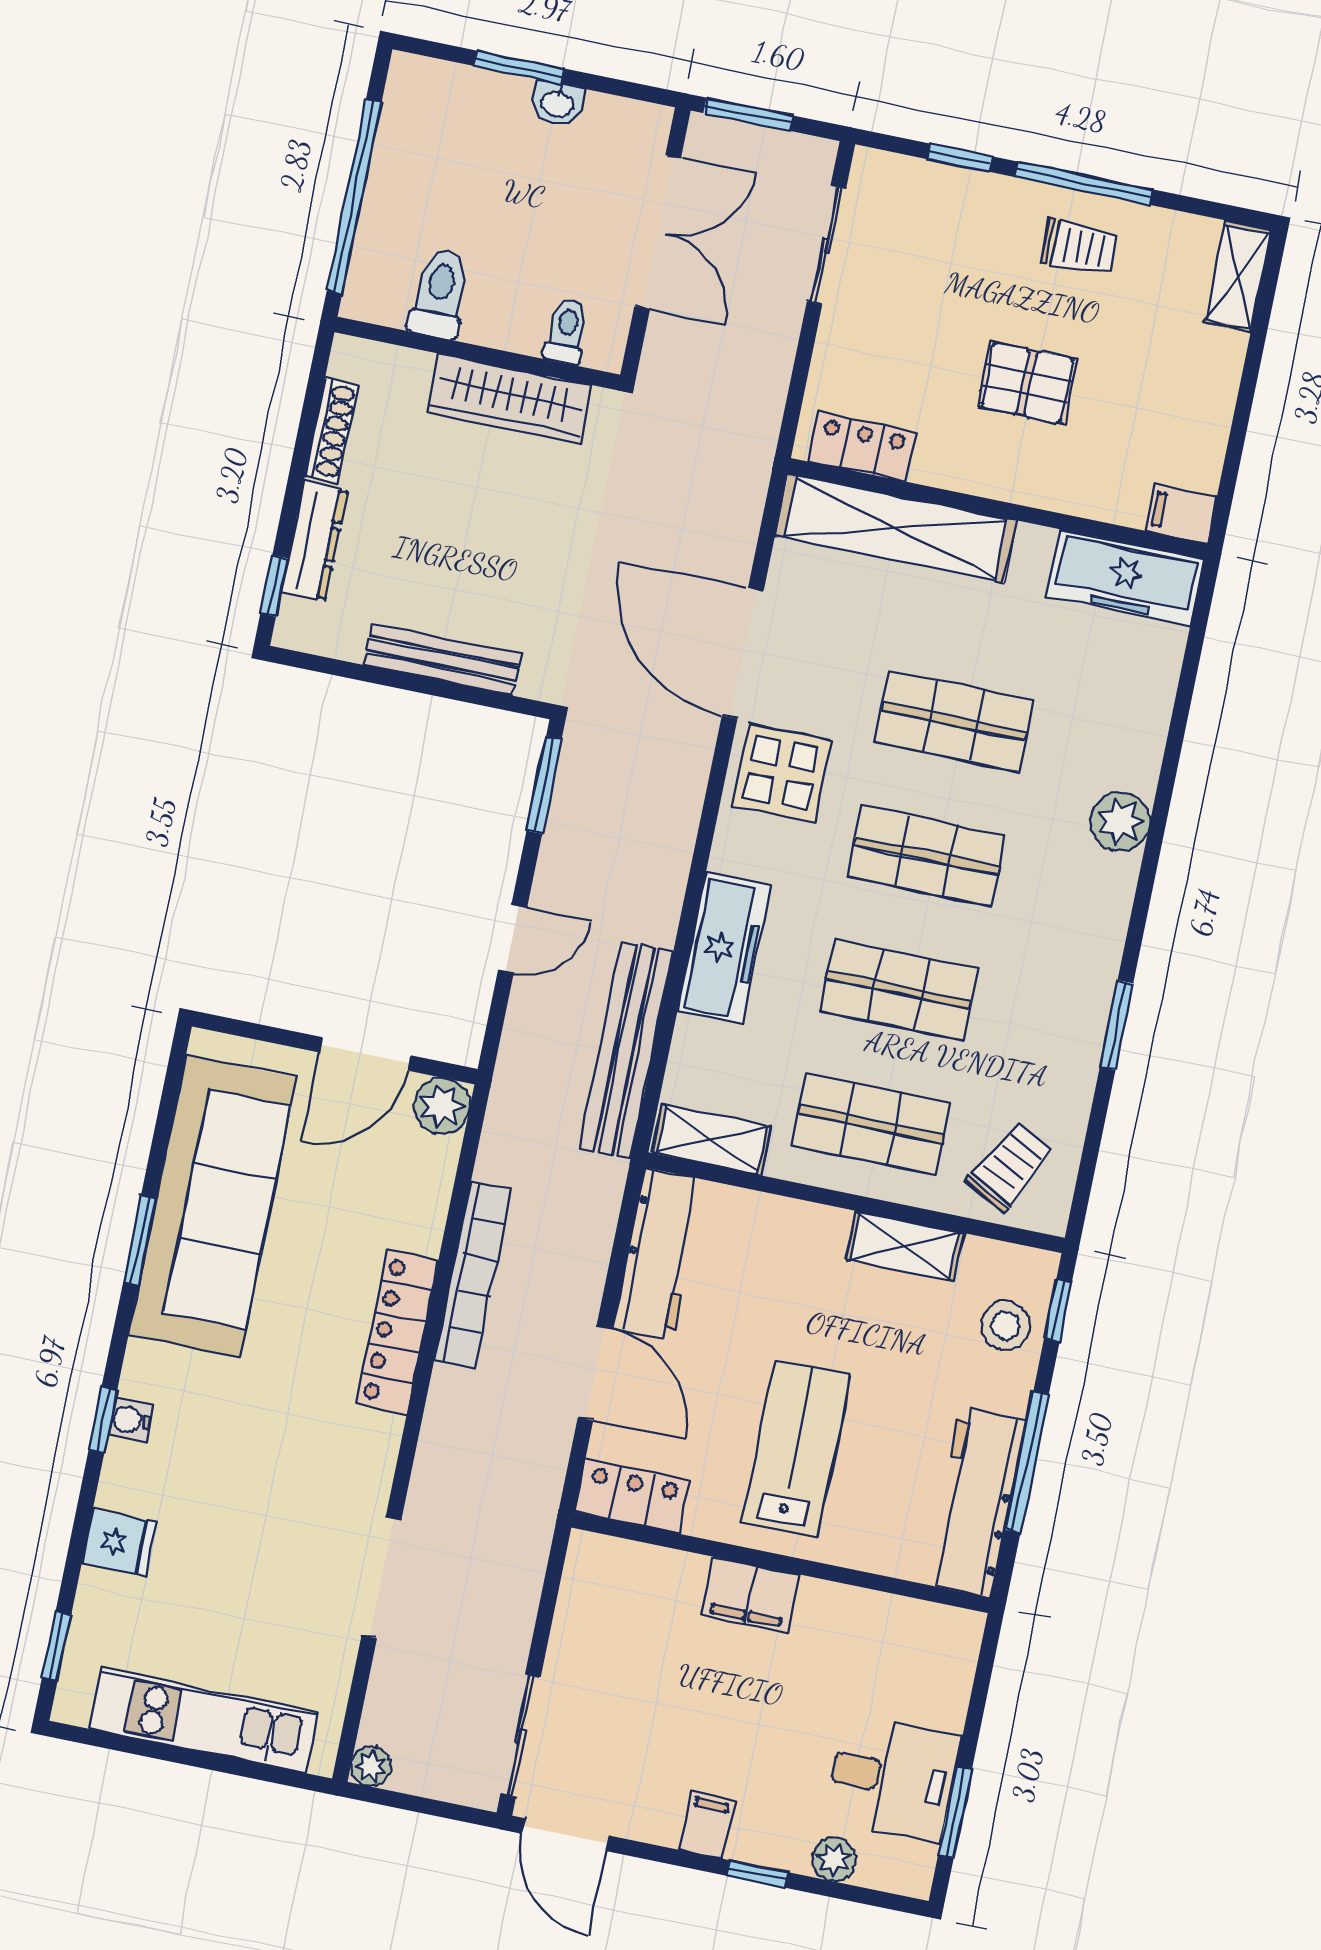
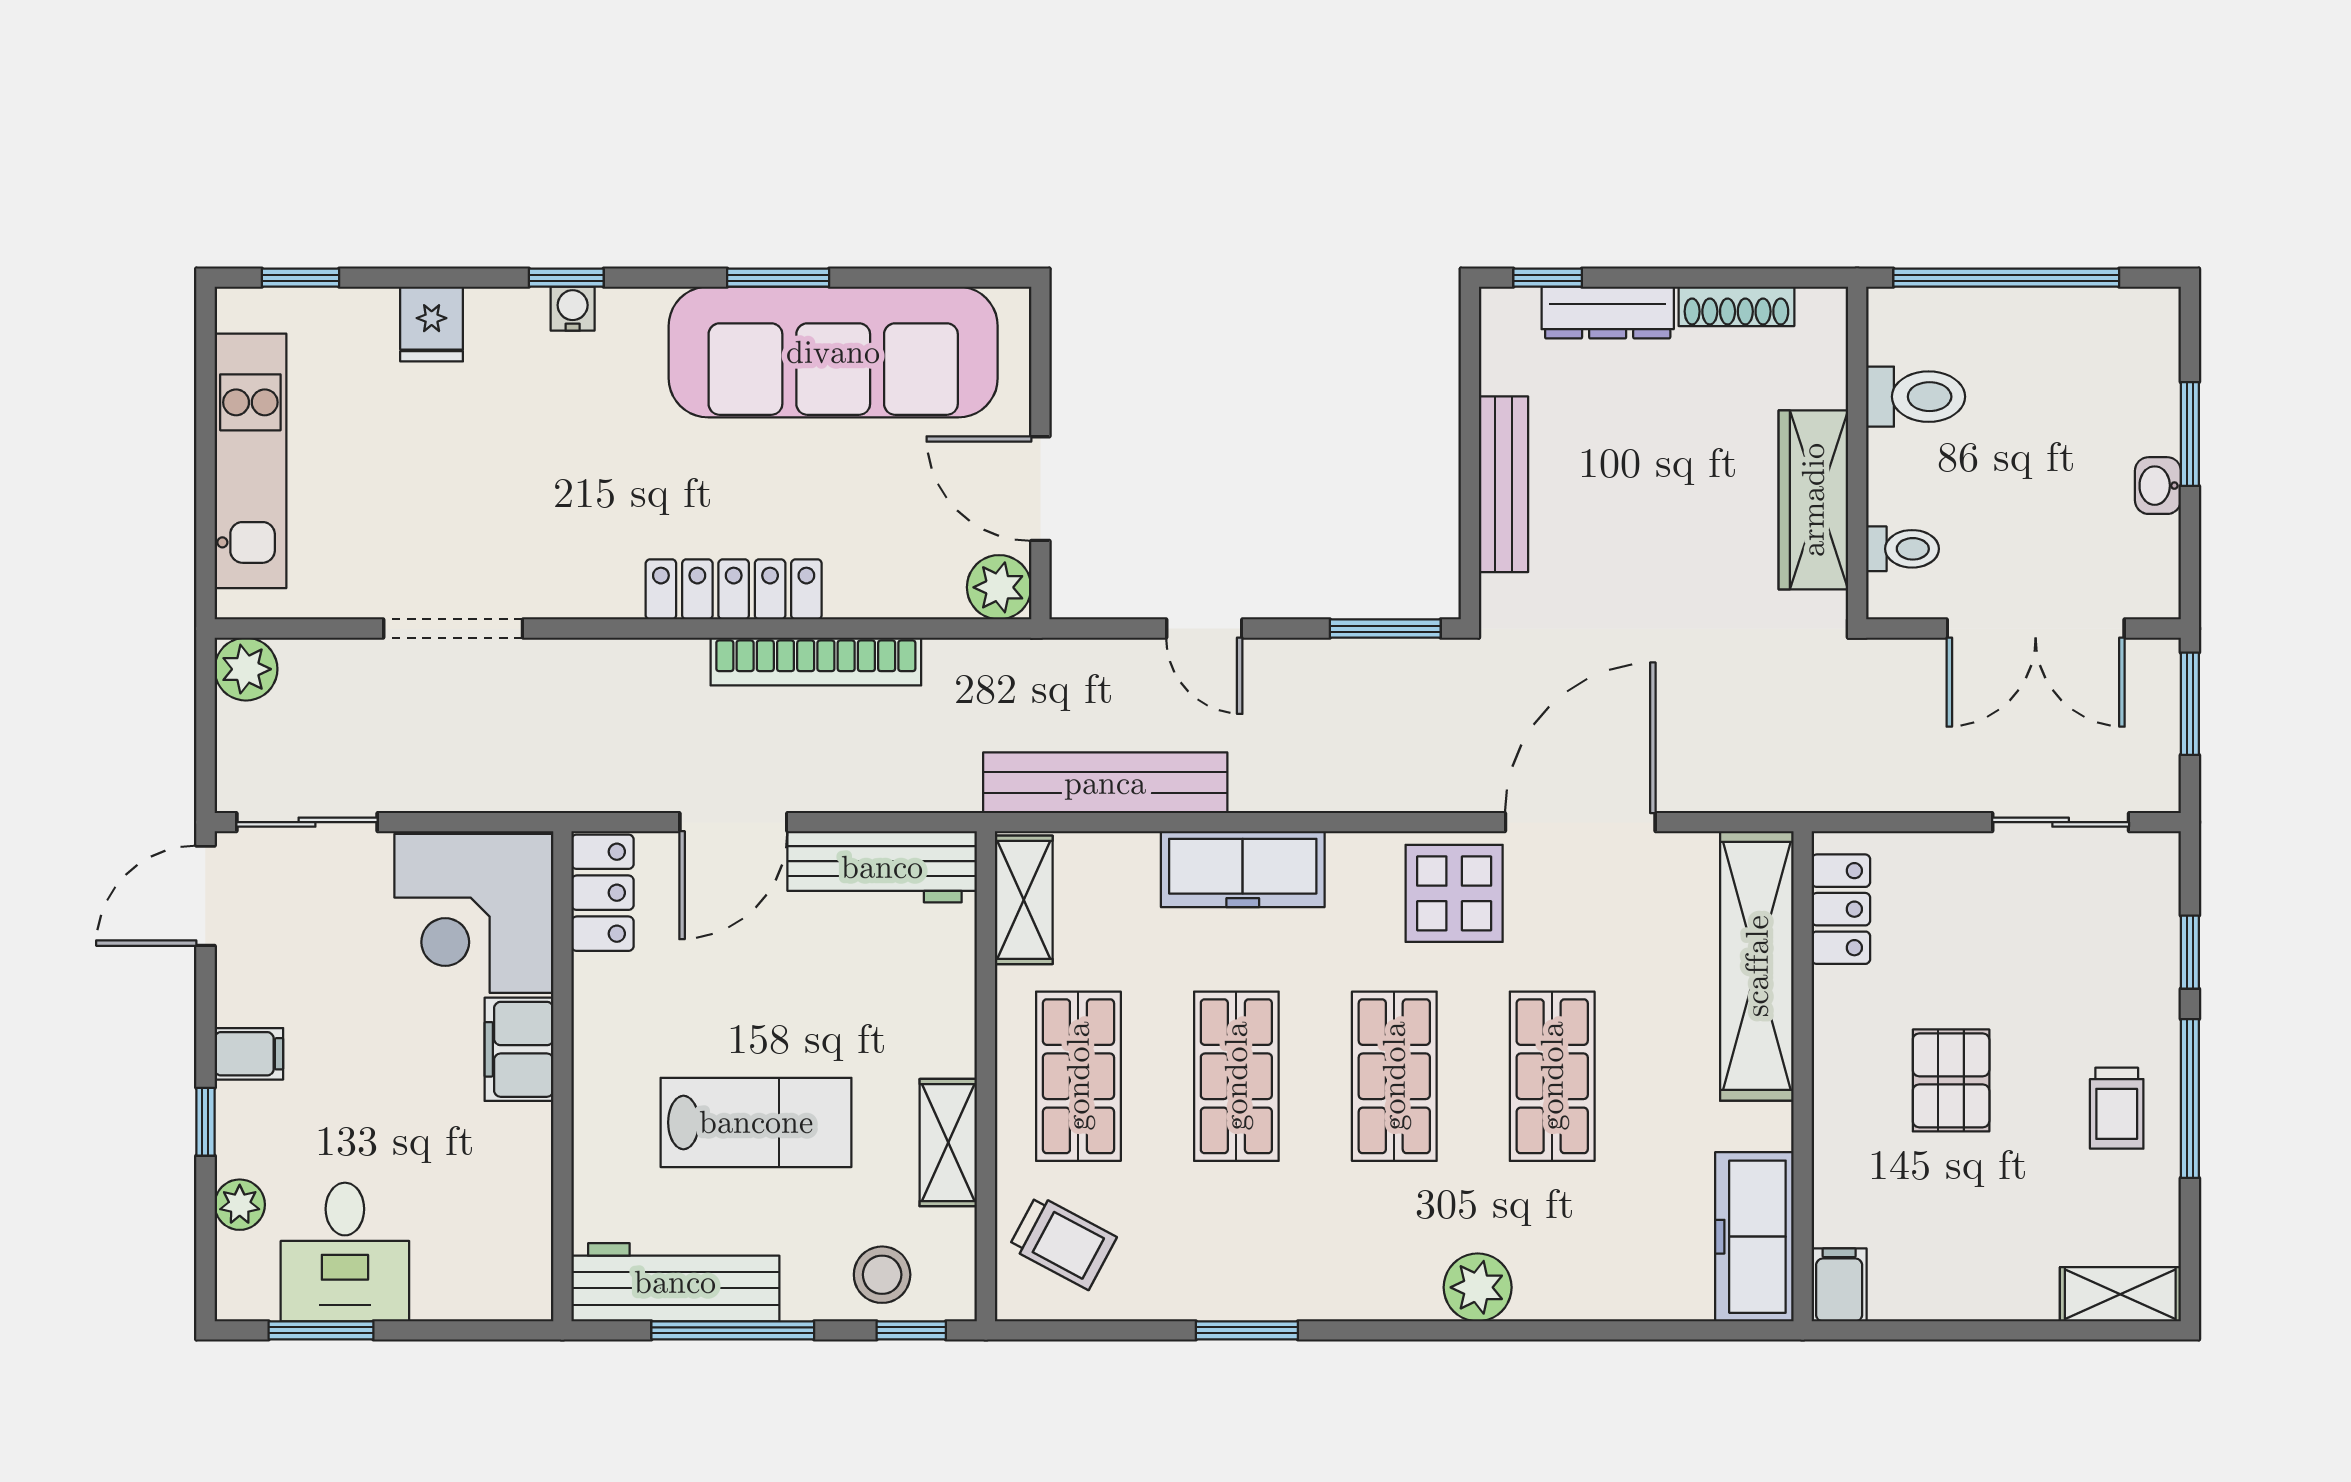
lab bench: (796, 1448) -> (756, 1122), moved
corner desk: (627, 1610) -> (474, 913), added
plant: (371, 1766) -> (246, 669), width x1.38, depth x1.38

